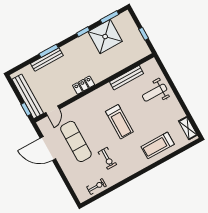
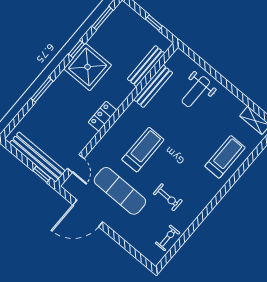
shower: (105, 37) -> (88, 67), moved
bench: (47, 59) -> (146, 66), moved
treadmill: (119, 122) -> (143, 150), moved, turned -90
treadmill: (158, 145) -> (225, 157), turned 180

